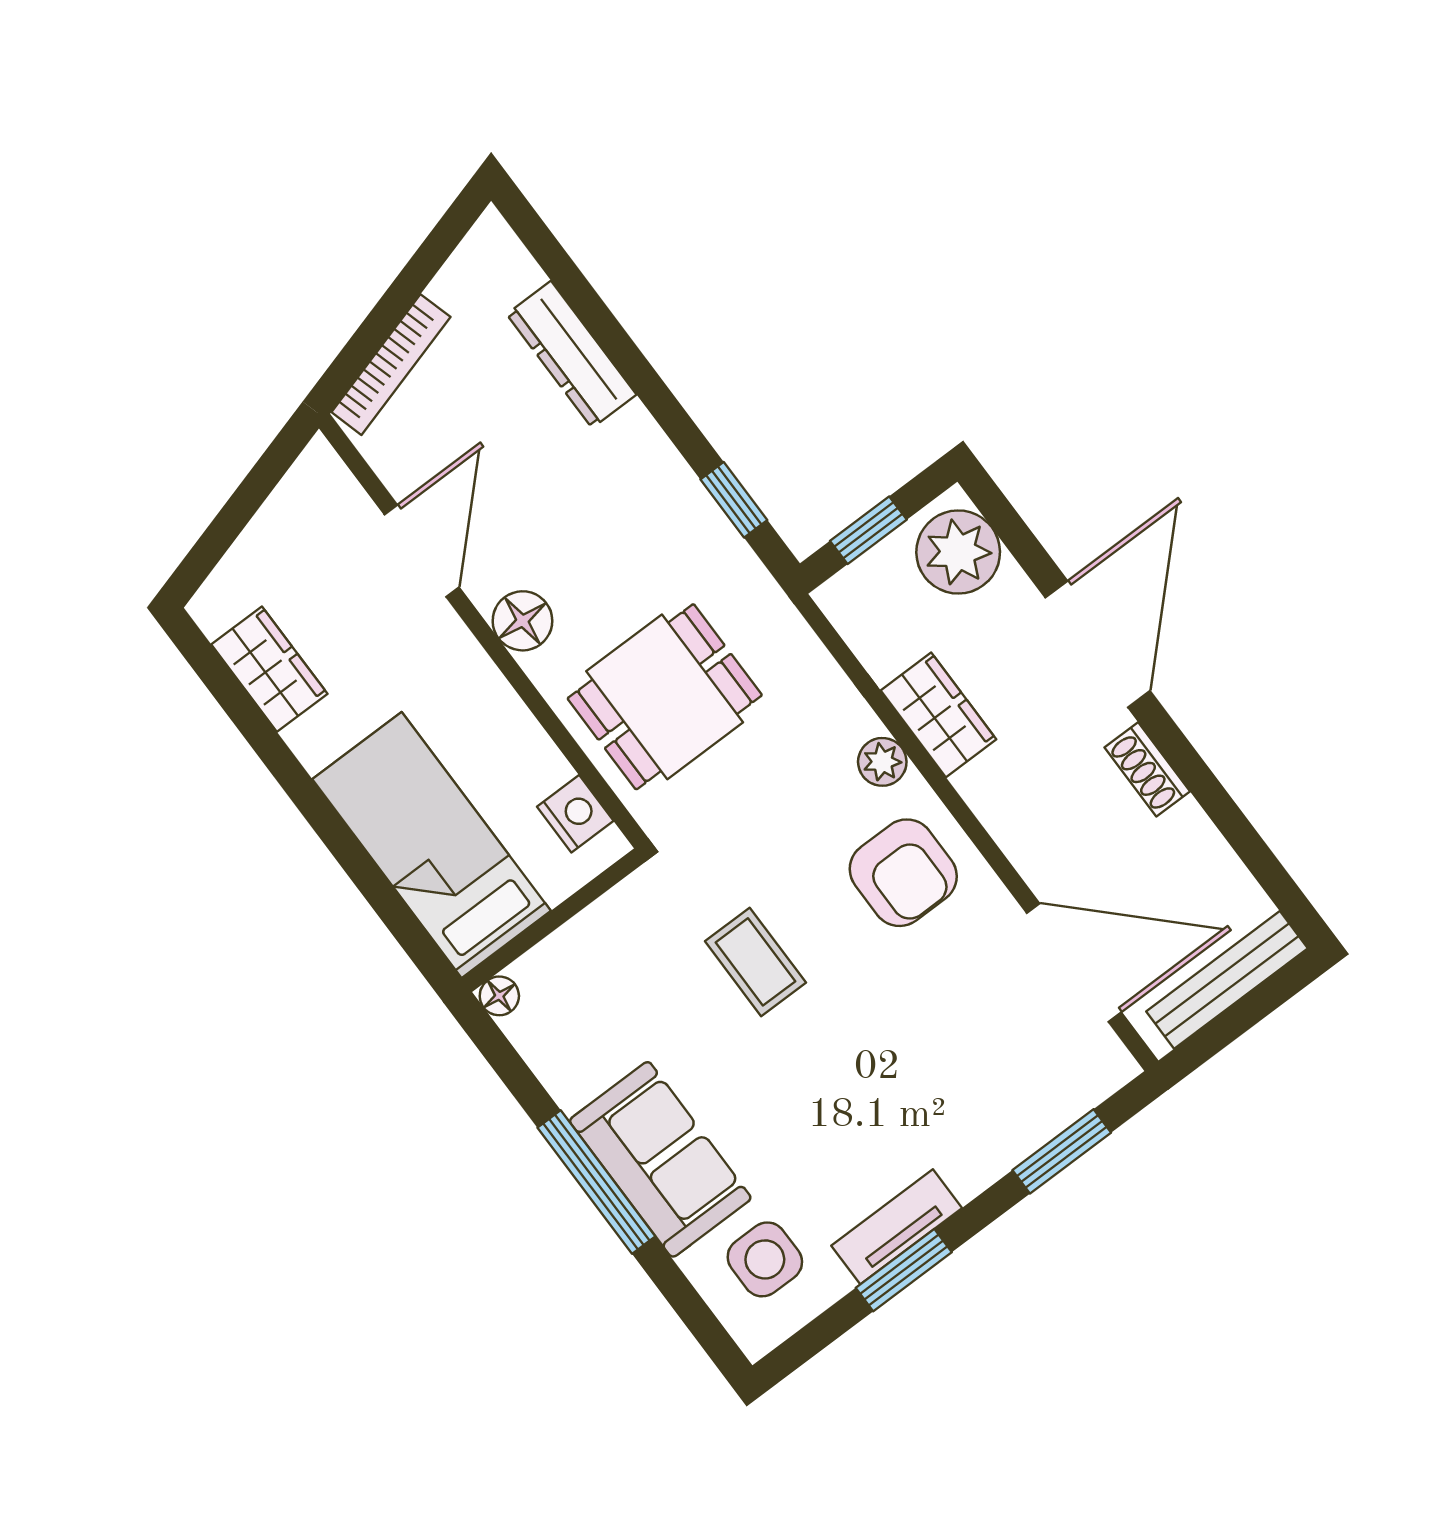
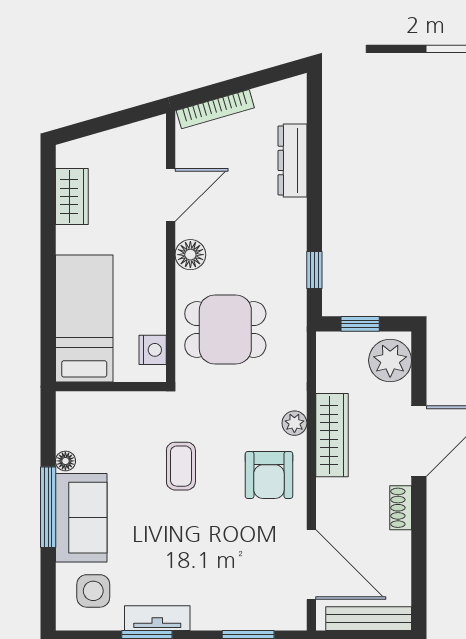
wardrobe: (939, 715) -> (332, 435), width x1.50
floor lamp: (499, 996) -> (65, 461), moved

